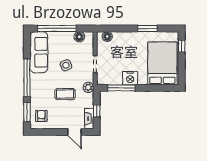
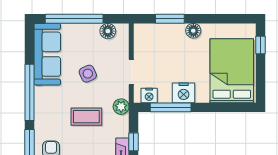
window: (147, 28) -> (170, 19), moved
floor lamp: (107, 37) -> (193, 31), moved
nightstand: (107, 80) -> (149, 95), added

